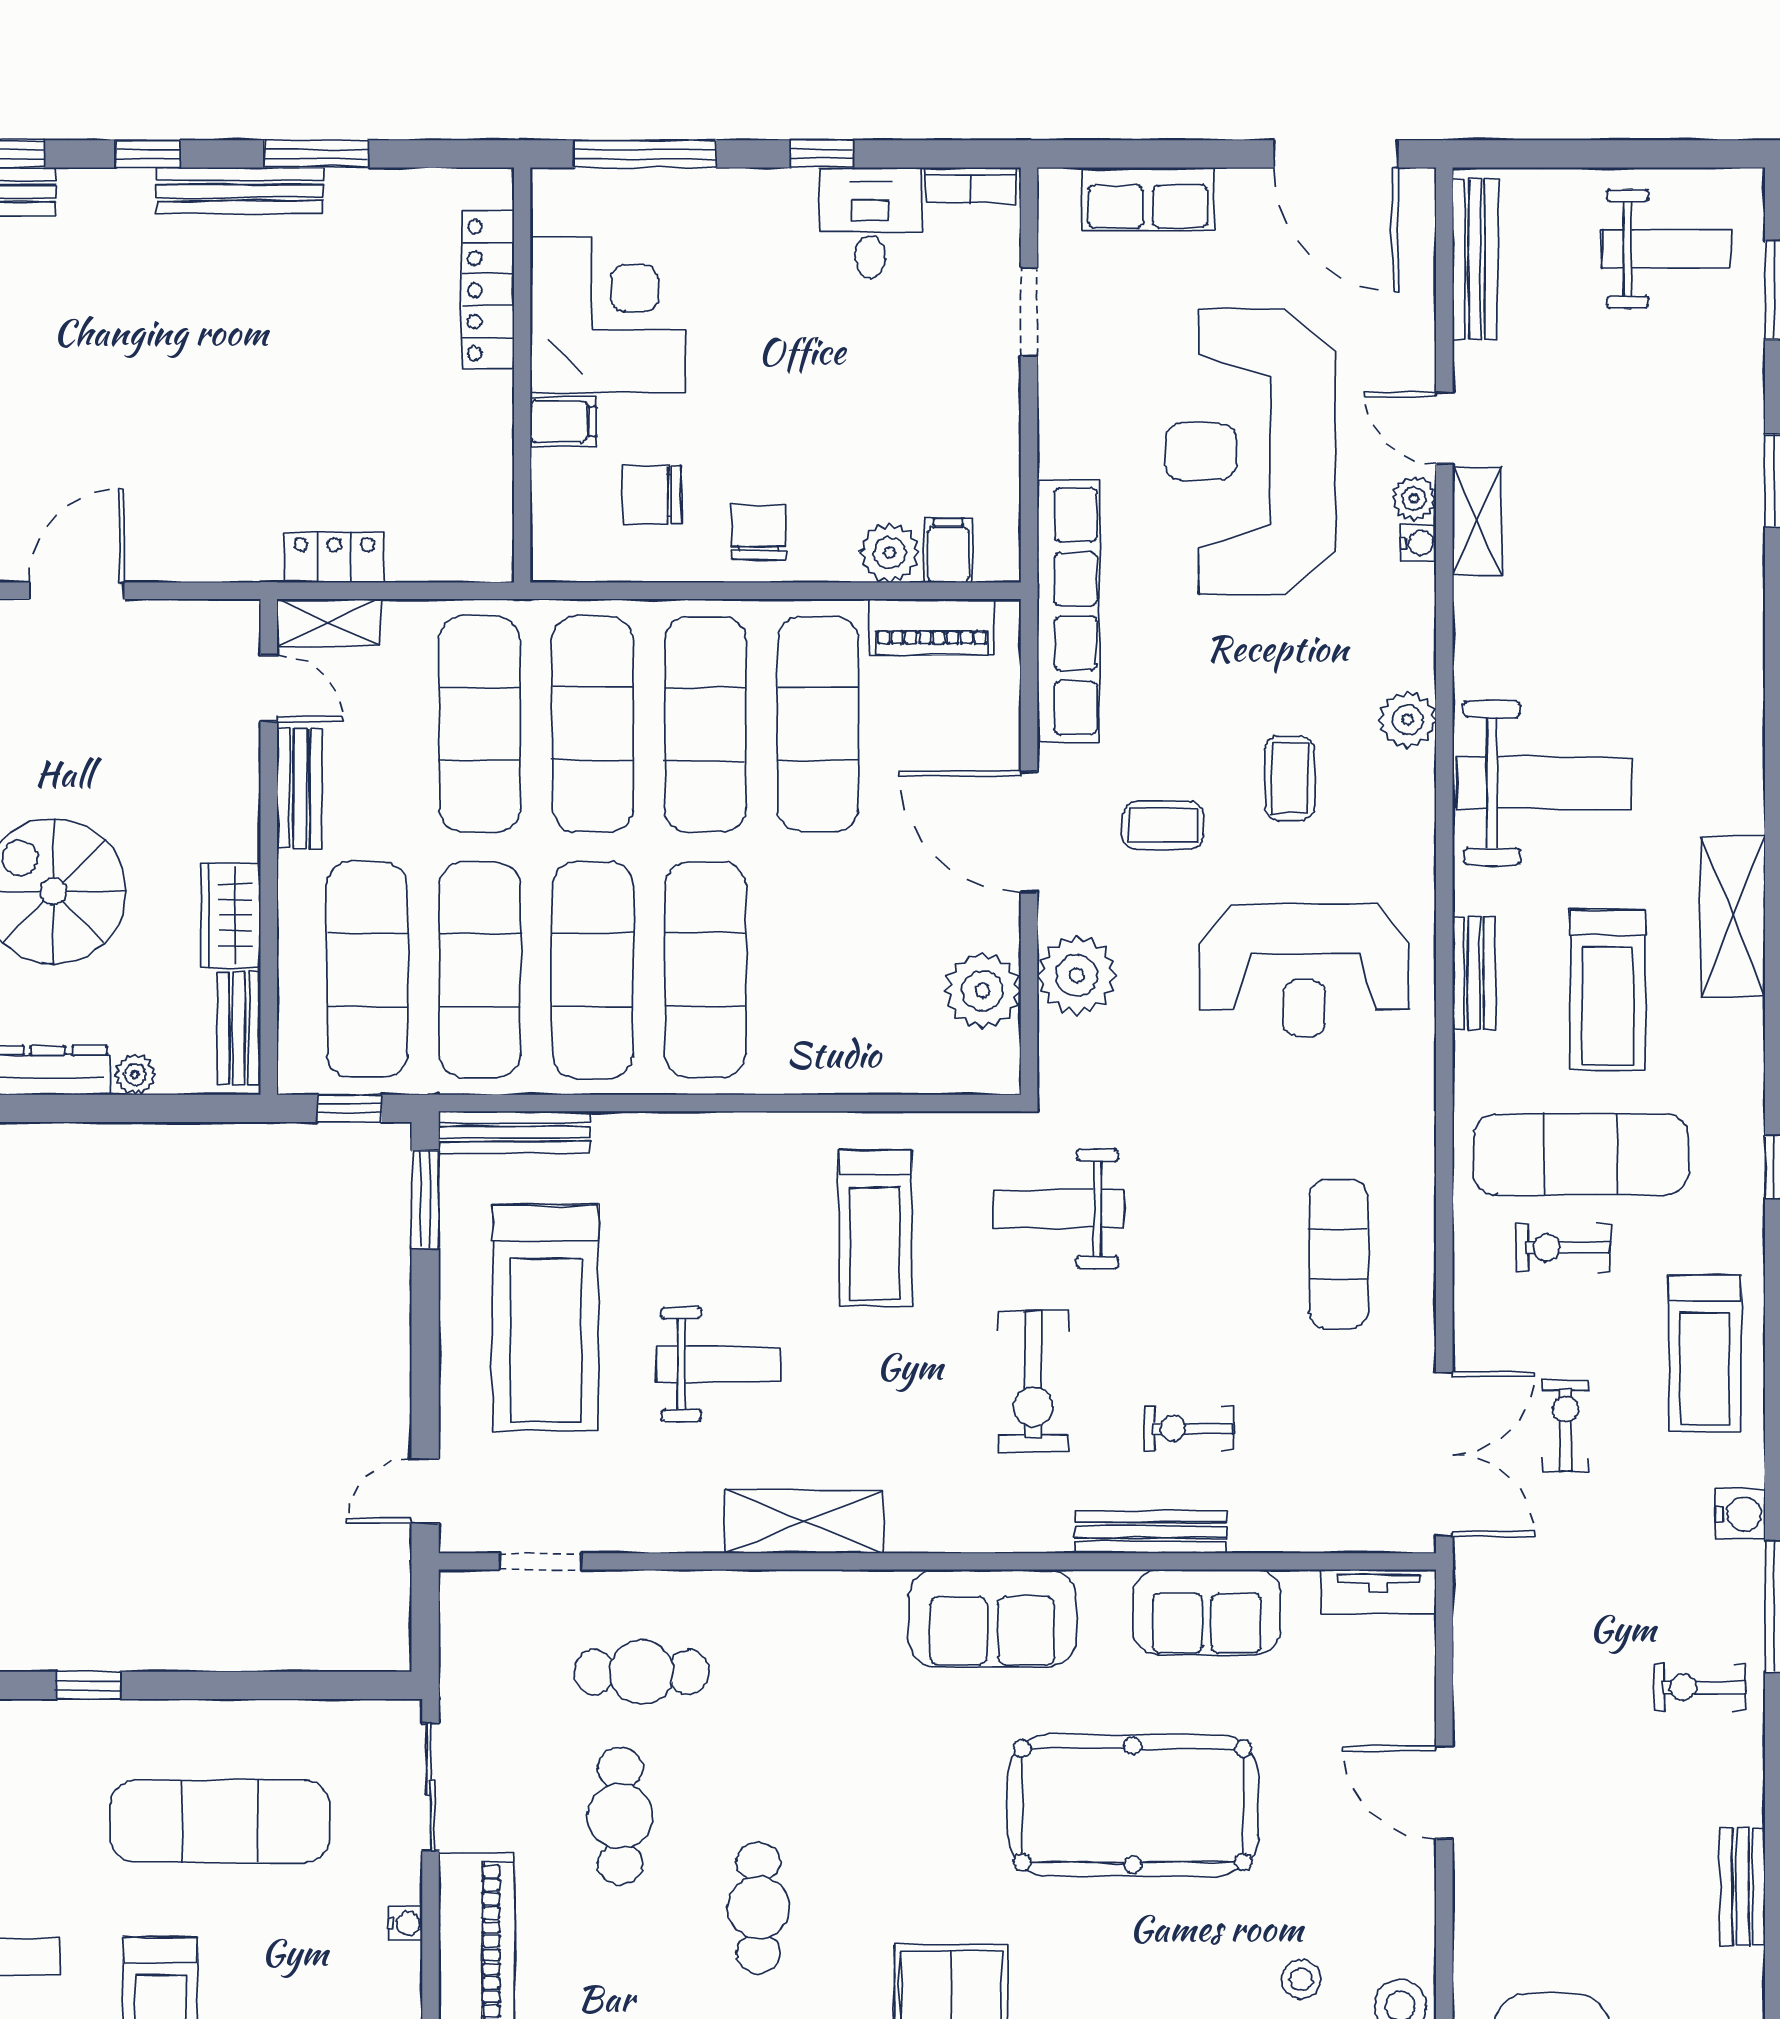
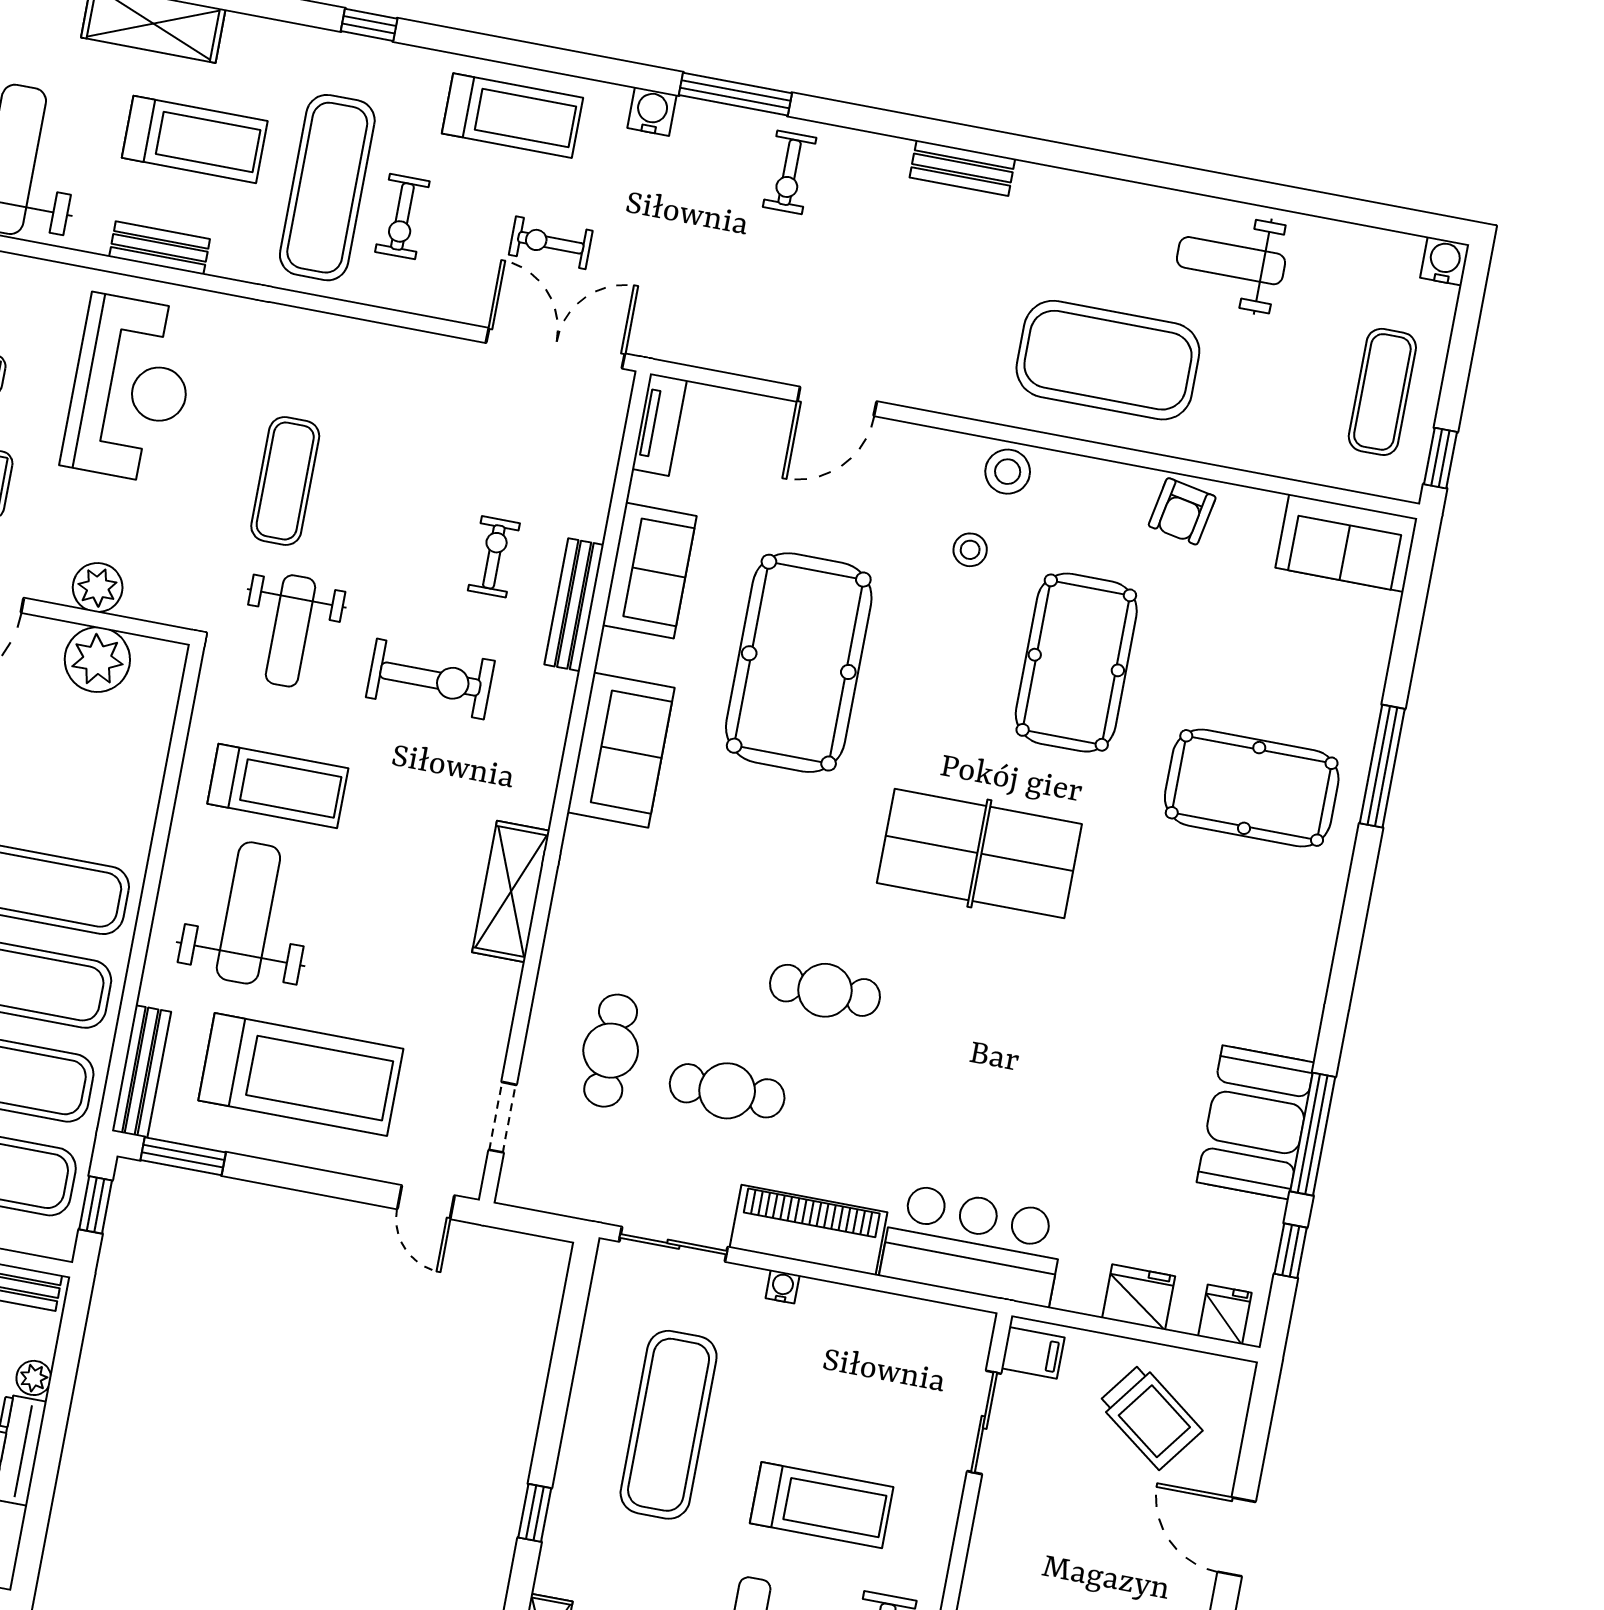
plant: (1077, 975) -> (98, 588), width x0.73, depth x0.73
exercise mat: (1339, 1254) -> (285, 481), moved, turned 90
weight bench: (719, 1364) -> (248, 913), moved, width x1.36, depth x1.33
exercise bike: (1189, 1428) -> (494, 557), turned 180

